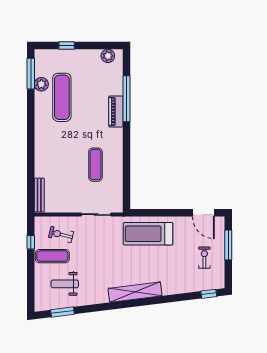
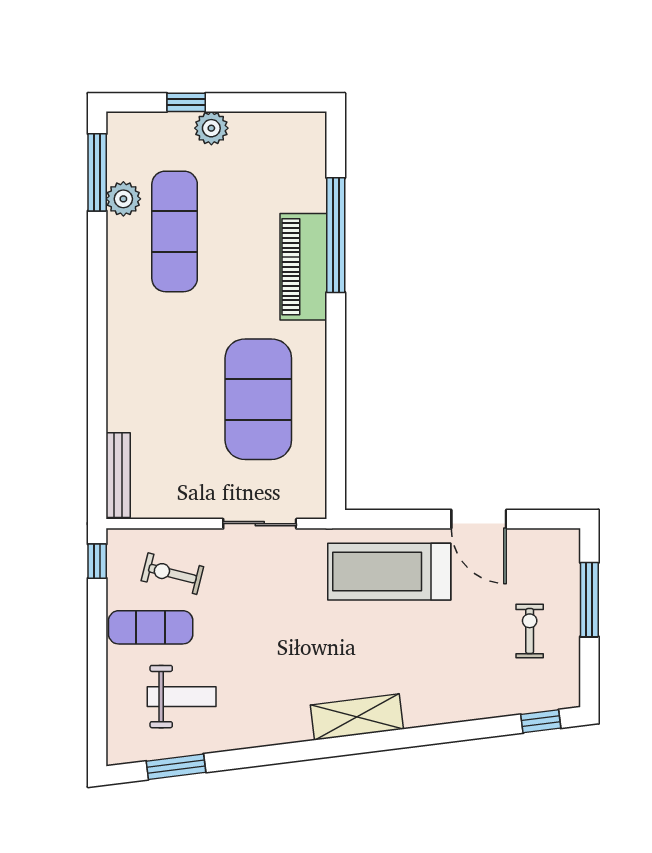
plant: (108, 56) -> (211, 128), moved
piano: (116, 111) -> (303, 267), width x1.37, depth x1.33
exercise mat: (95, 165) -> (258, 399), width x2.00, depth x1.45
door: (203, 213) -> (479, 519), moved
window: (31, 242) -> (97, 561), moved
weight bench: (65, 284) -> (182, 697), turned 180
shelving: (135, 292) -> (357, 717), width x0.68

